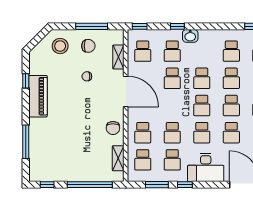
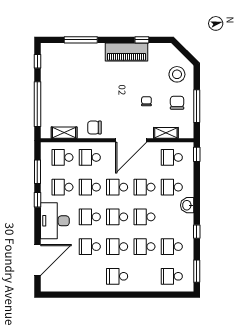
window: (177, 26) -> (197, 232), moved
chair: (88, 46) -> (177, 103), turned 180
school desk: (172, 106) -> (117, 187), added

